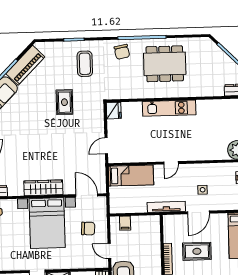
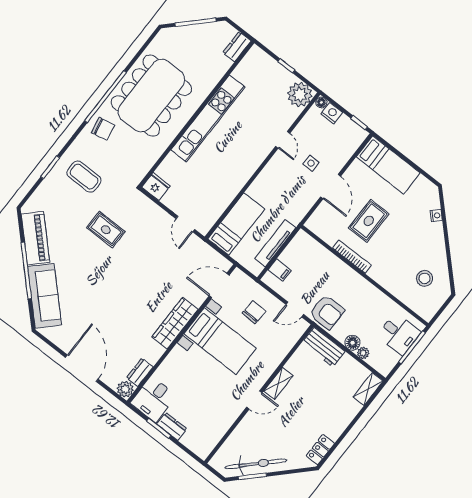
dining table: (165, 64) -> (151, 96), width x1.36, depth x1.24
kitchen unit: (169, 108) -> (208, 118), width x1.36
door: (171, 163) -> (283, 140), moved
tv unit: (166, 207) -> (275, 243), moved
bed with nightstands: (47, 223) -> (220, 341), width x0.73

